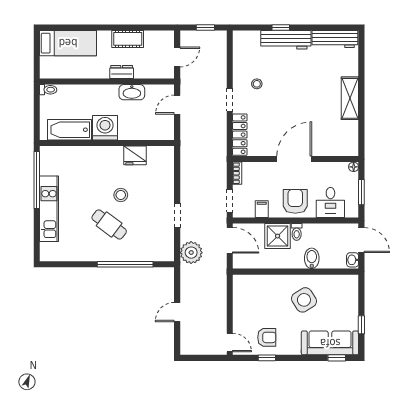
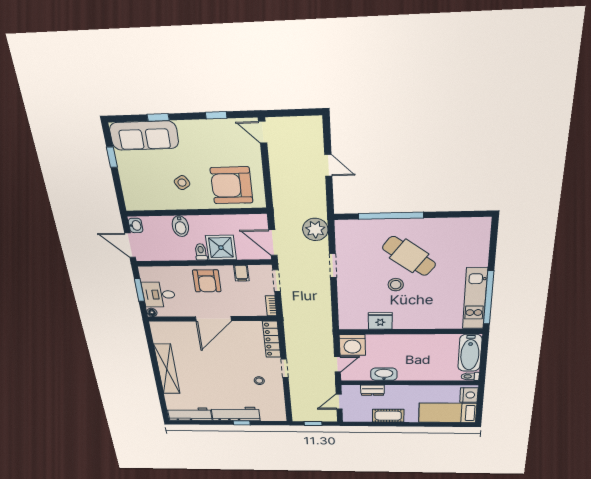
nightstand: (48, 66) -> (469, 395), added
dresser: (122, 72) -> (372, 390), moved
shelving: (350, 98) -> (167, 369), width x1.47
washing machine: (105, 128) -> (352, 345), moved
bathtub: (70, 130) -> (470, 353), moved, turned 90
desk: (330, 202) -> (159, 295), moved, turned -90
kitchen unit: (49, 209) -> (475, 299), moved
cafe table: (109, 224) -> (409, 256), width x1.37, depth x1.35
side table: (304, 300) -> (182, 183), width x0.54, depth x0.54
door: (177, 312) -> (328, 165), hinge flipped
armchair: (267, 337) -> (232, 185), moved, width x1.88, depth x1.88
window: (337, 358) -> (158, 117), moved

